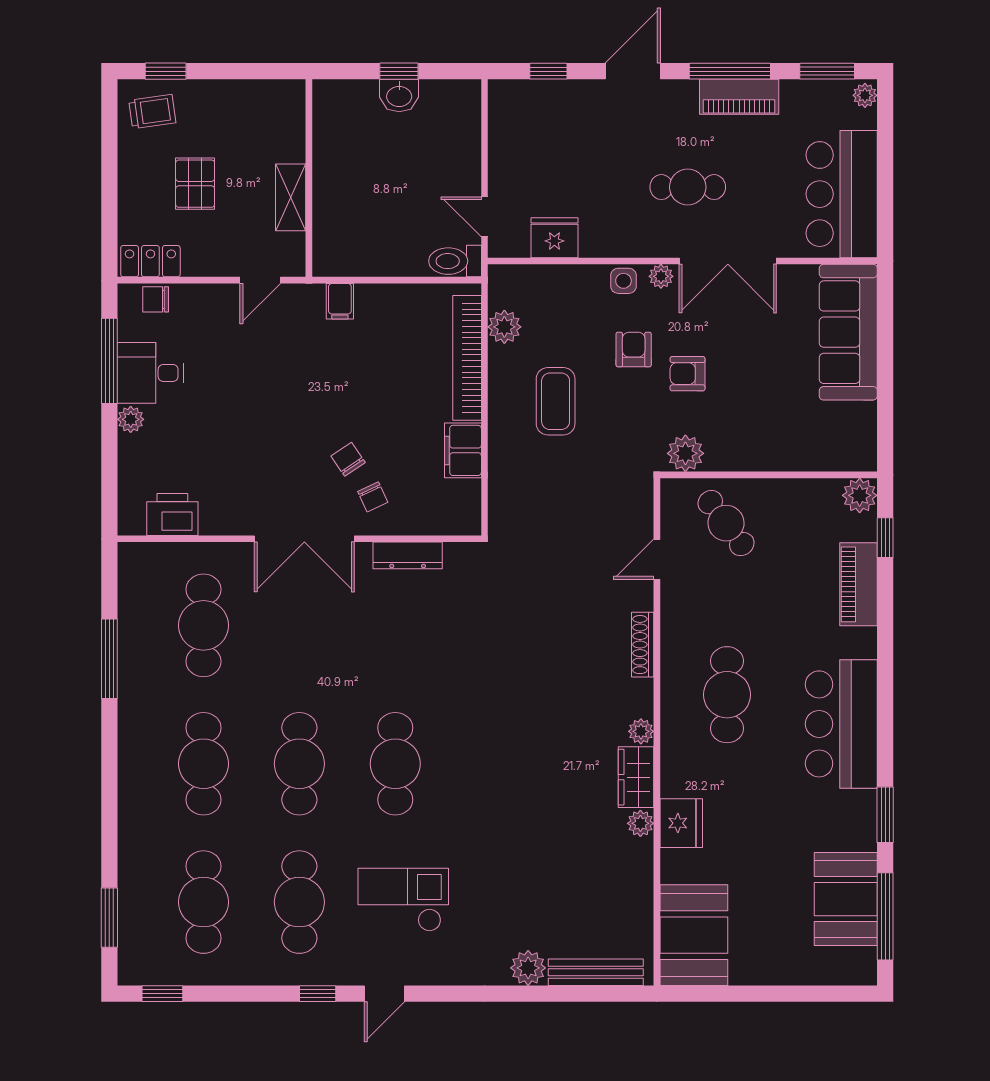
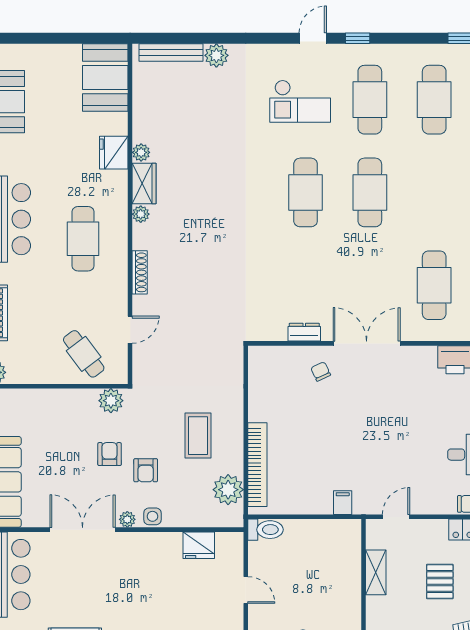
cafe table: (688, 187) -> (109, 579), removed
door: (484, 217) -> (246, 590), moved
plant: (504, 327) -> (228, 490), width x1.36, depth x1.36
armchair: (688, 374) -> (110, 454), turned -90
filing cabinet: (463, 450) -> (260, 403), removed
chair: (348, 459) -> (337, 397), removed
dresser: (408, 555) -> (304, 332), width x0.70
cafe table: (203, 764) -> (434, 192), removed

